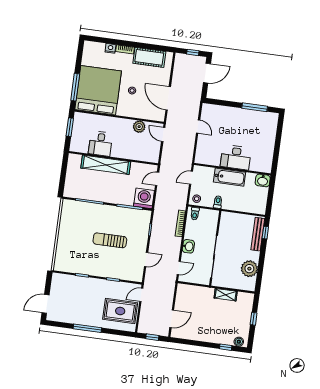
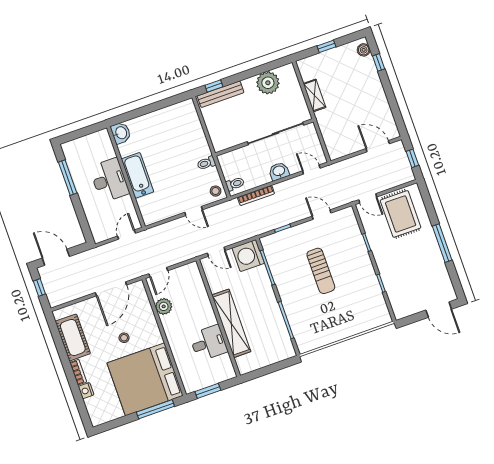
desk: (236, 157) -> (109, 180), moved
wall: (232, 169) -> (126, 177), moved
bathtub: (230, 177) -> (138, 175), moved
washbasin: (263, 180) -> (121, 133), moved

